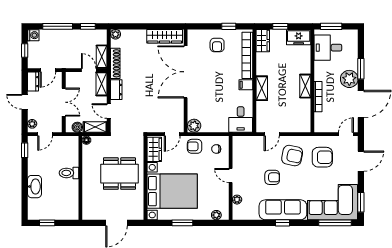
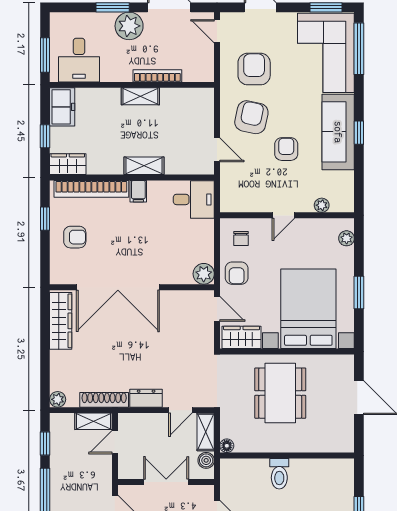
shelving: (102, 84) -> (137, 422), removed

